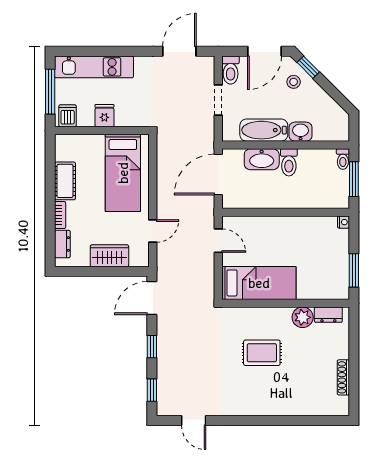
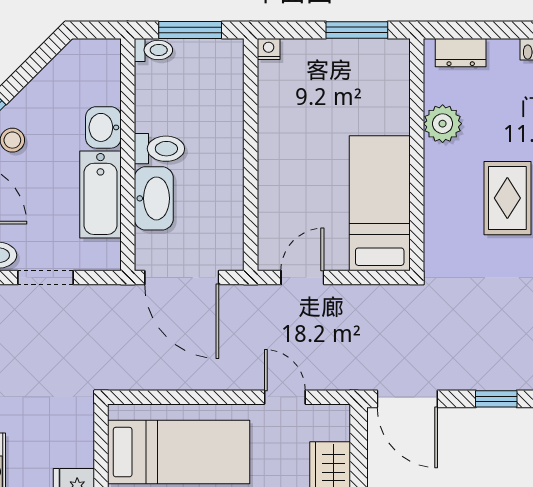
dresser: (328, 315) -> (461, 53), moved, turned 90

